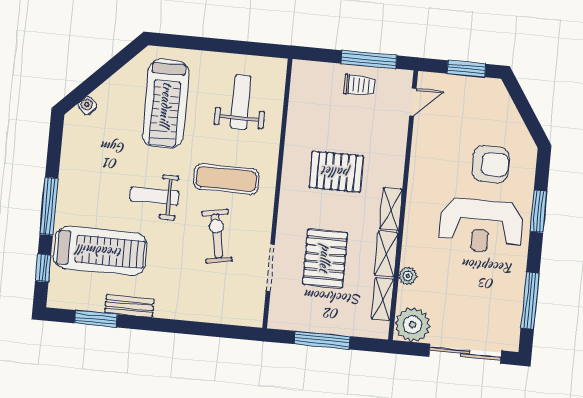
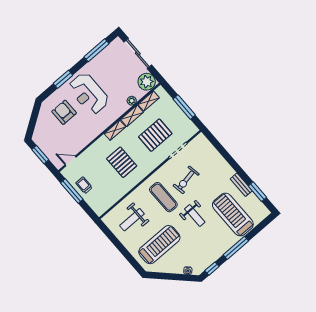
reception desk: (481, 226) -> (89, 94), turned 180
window: (43, 268) -> (212, 269), moved

